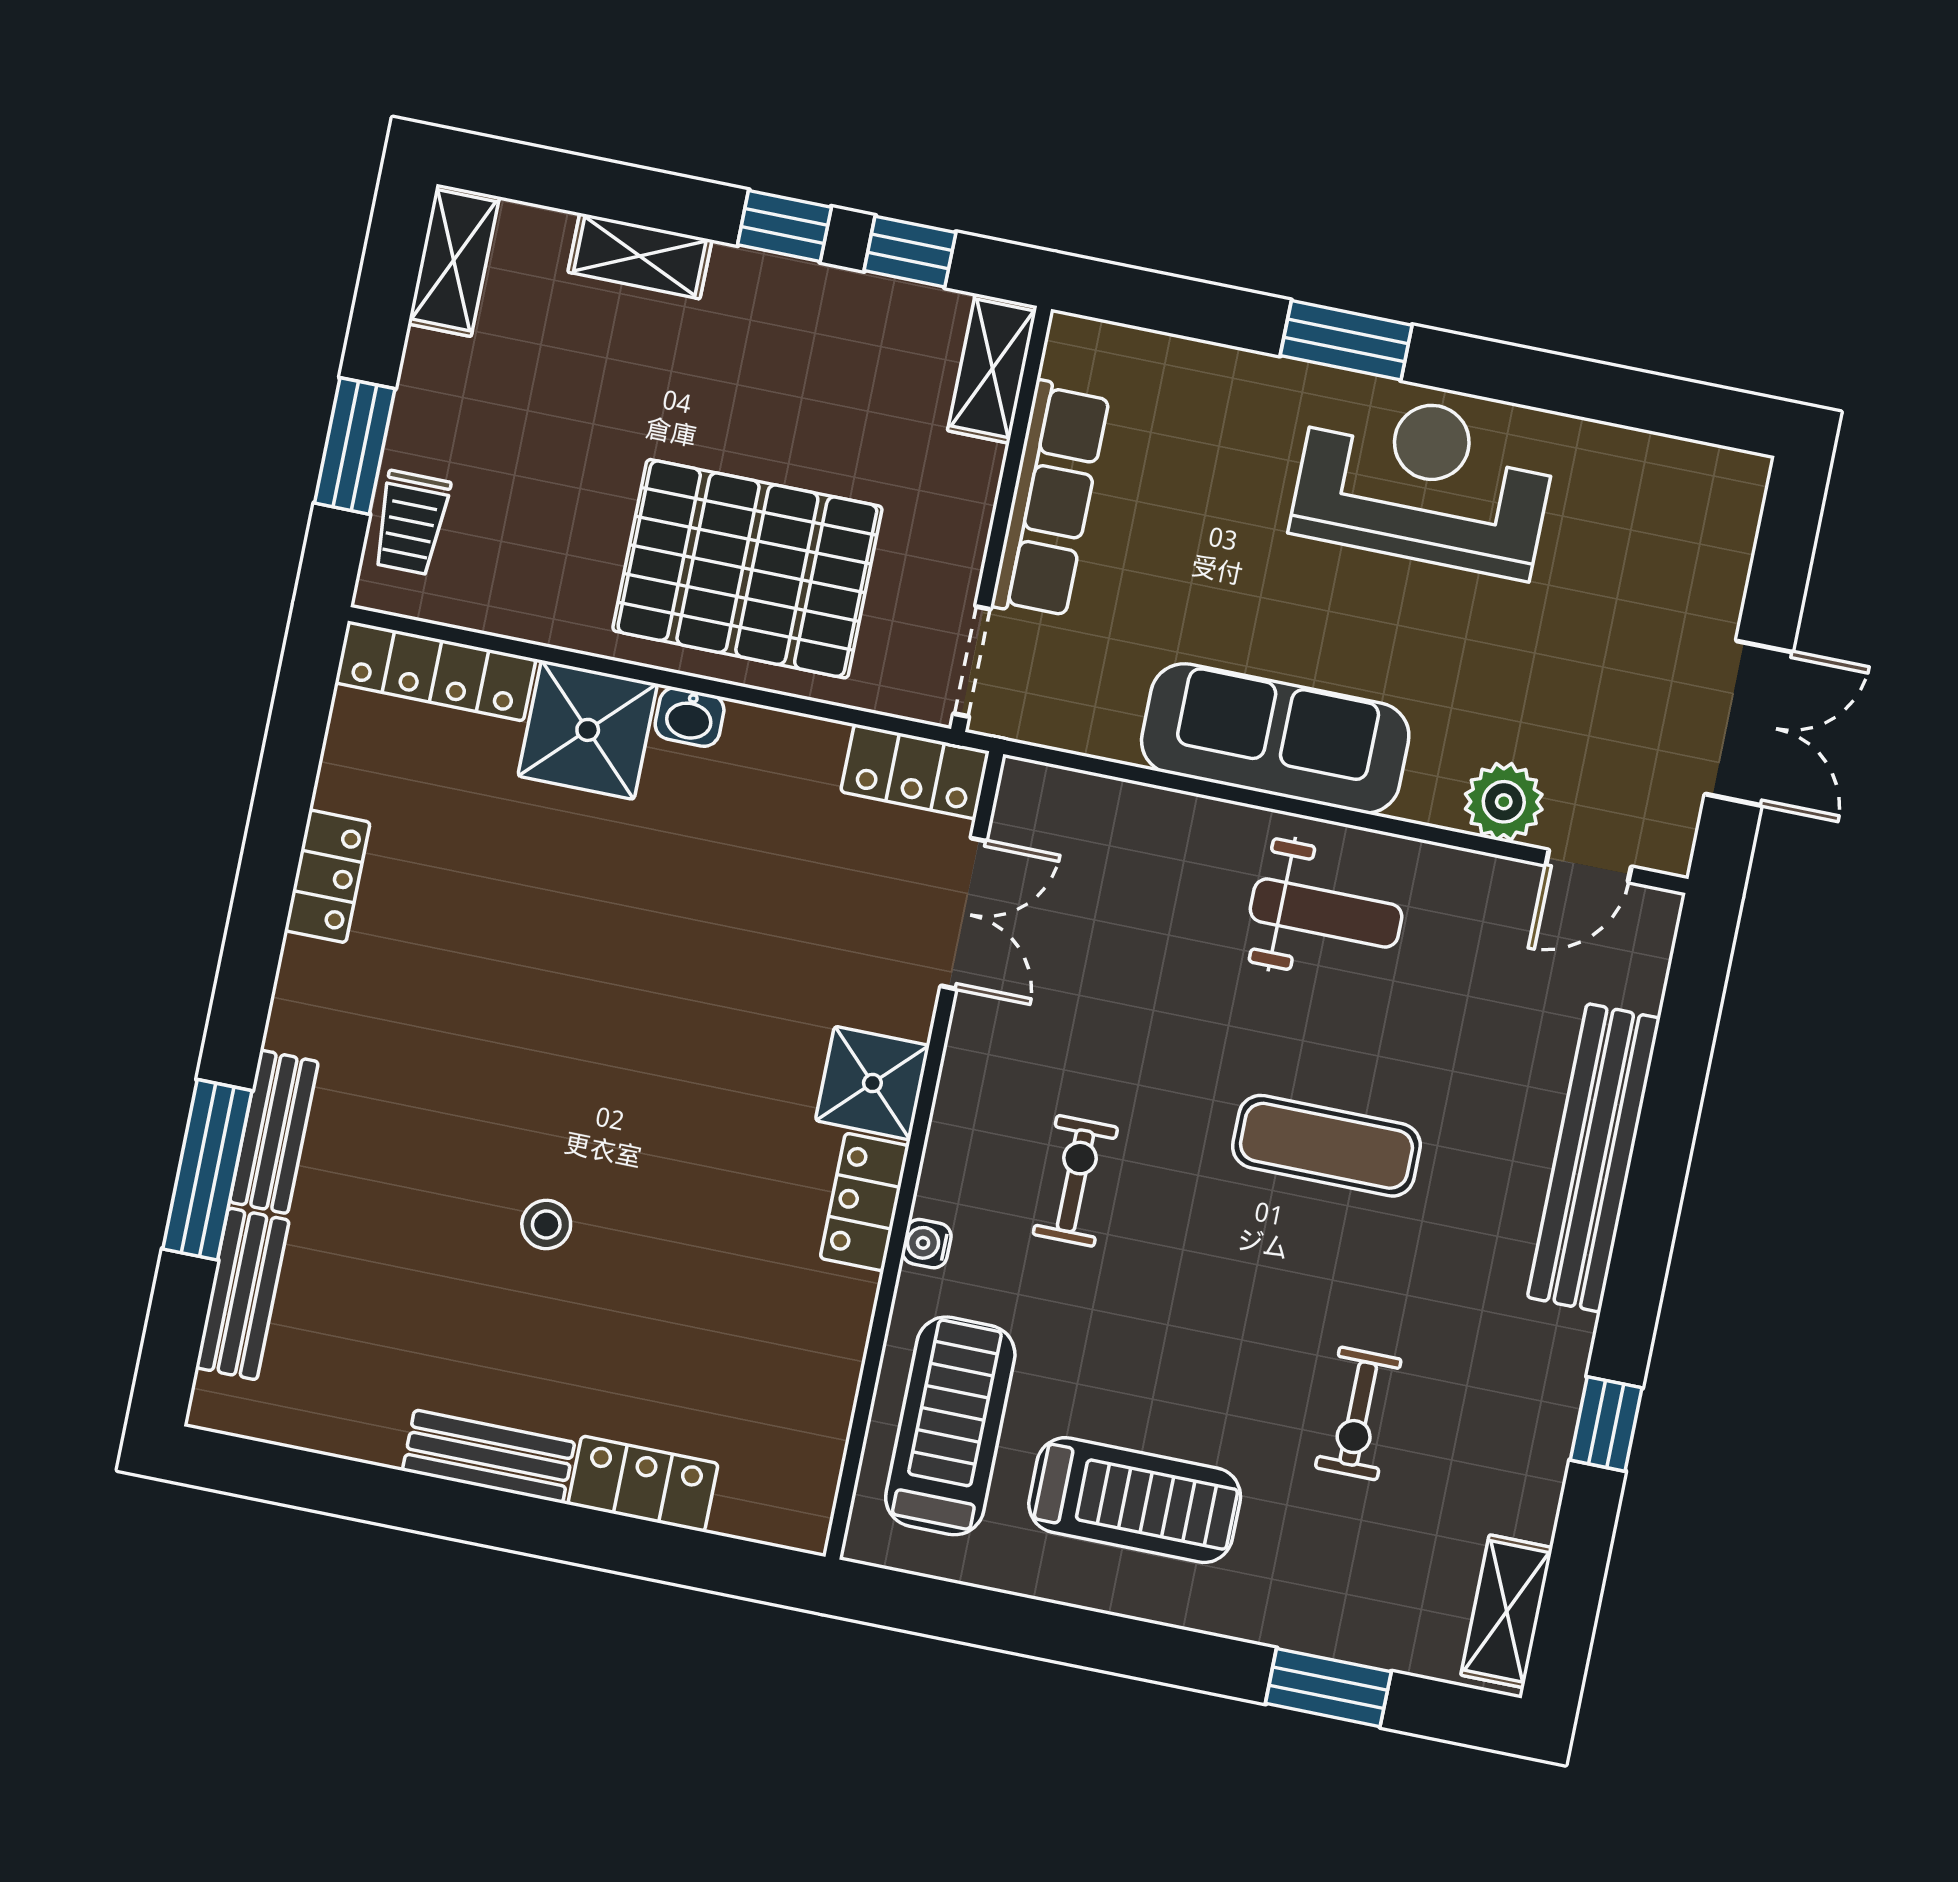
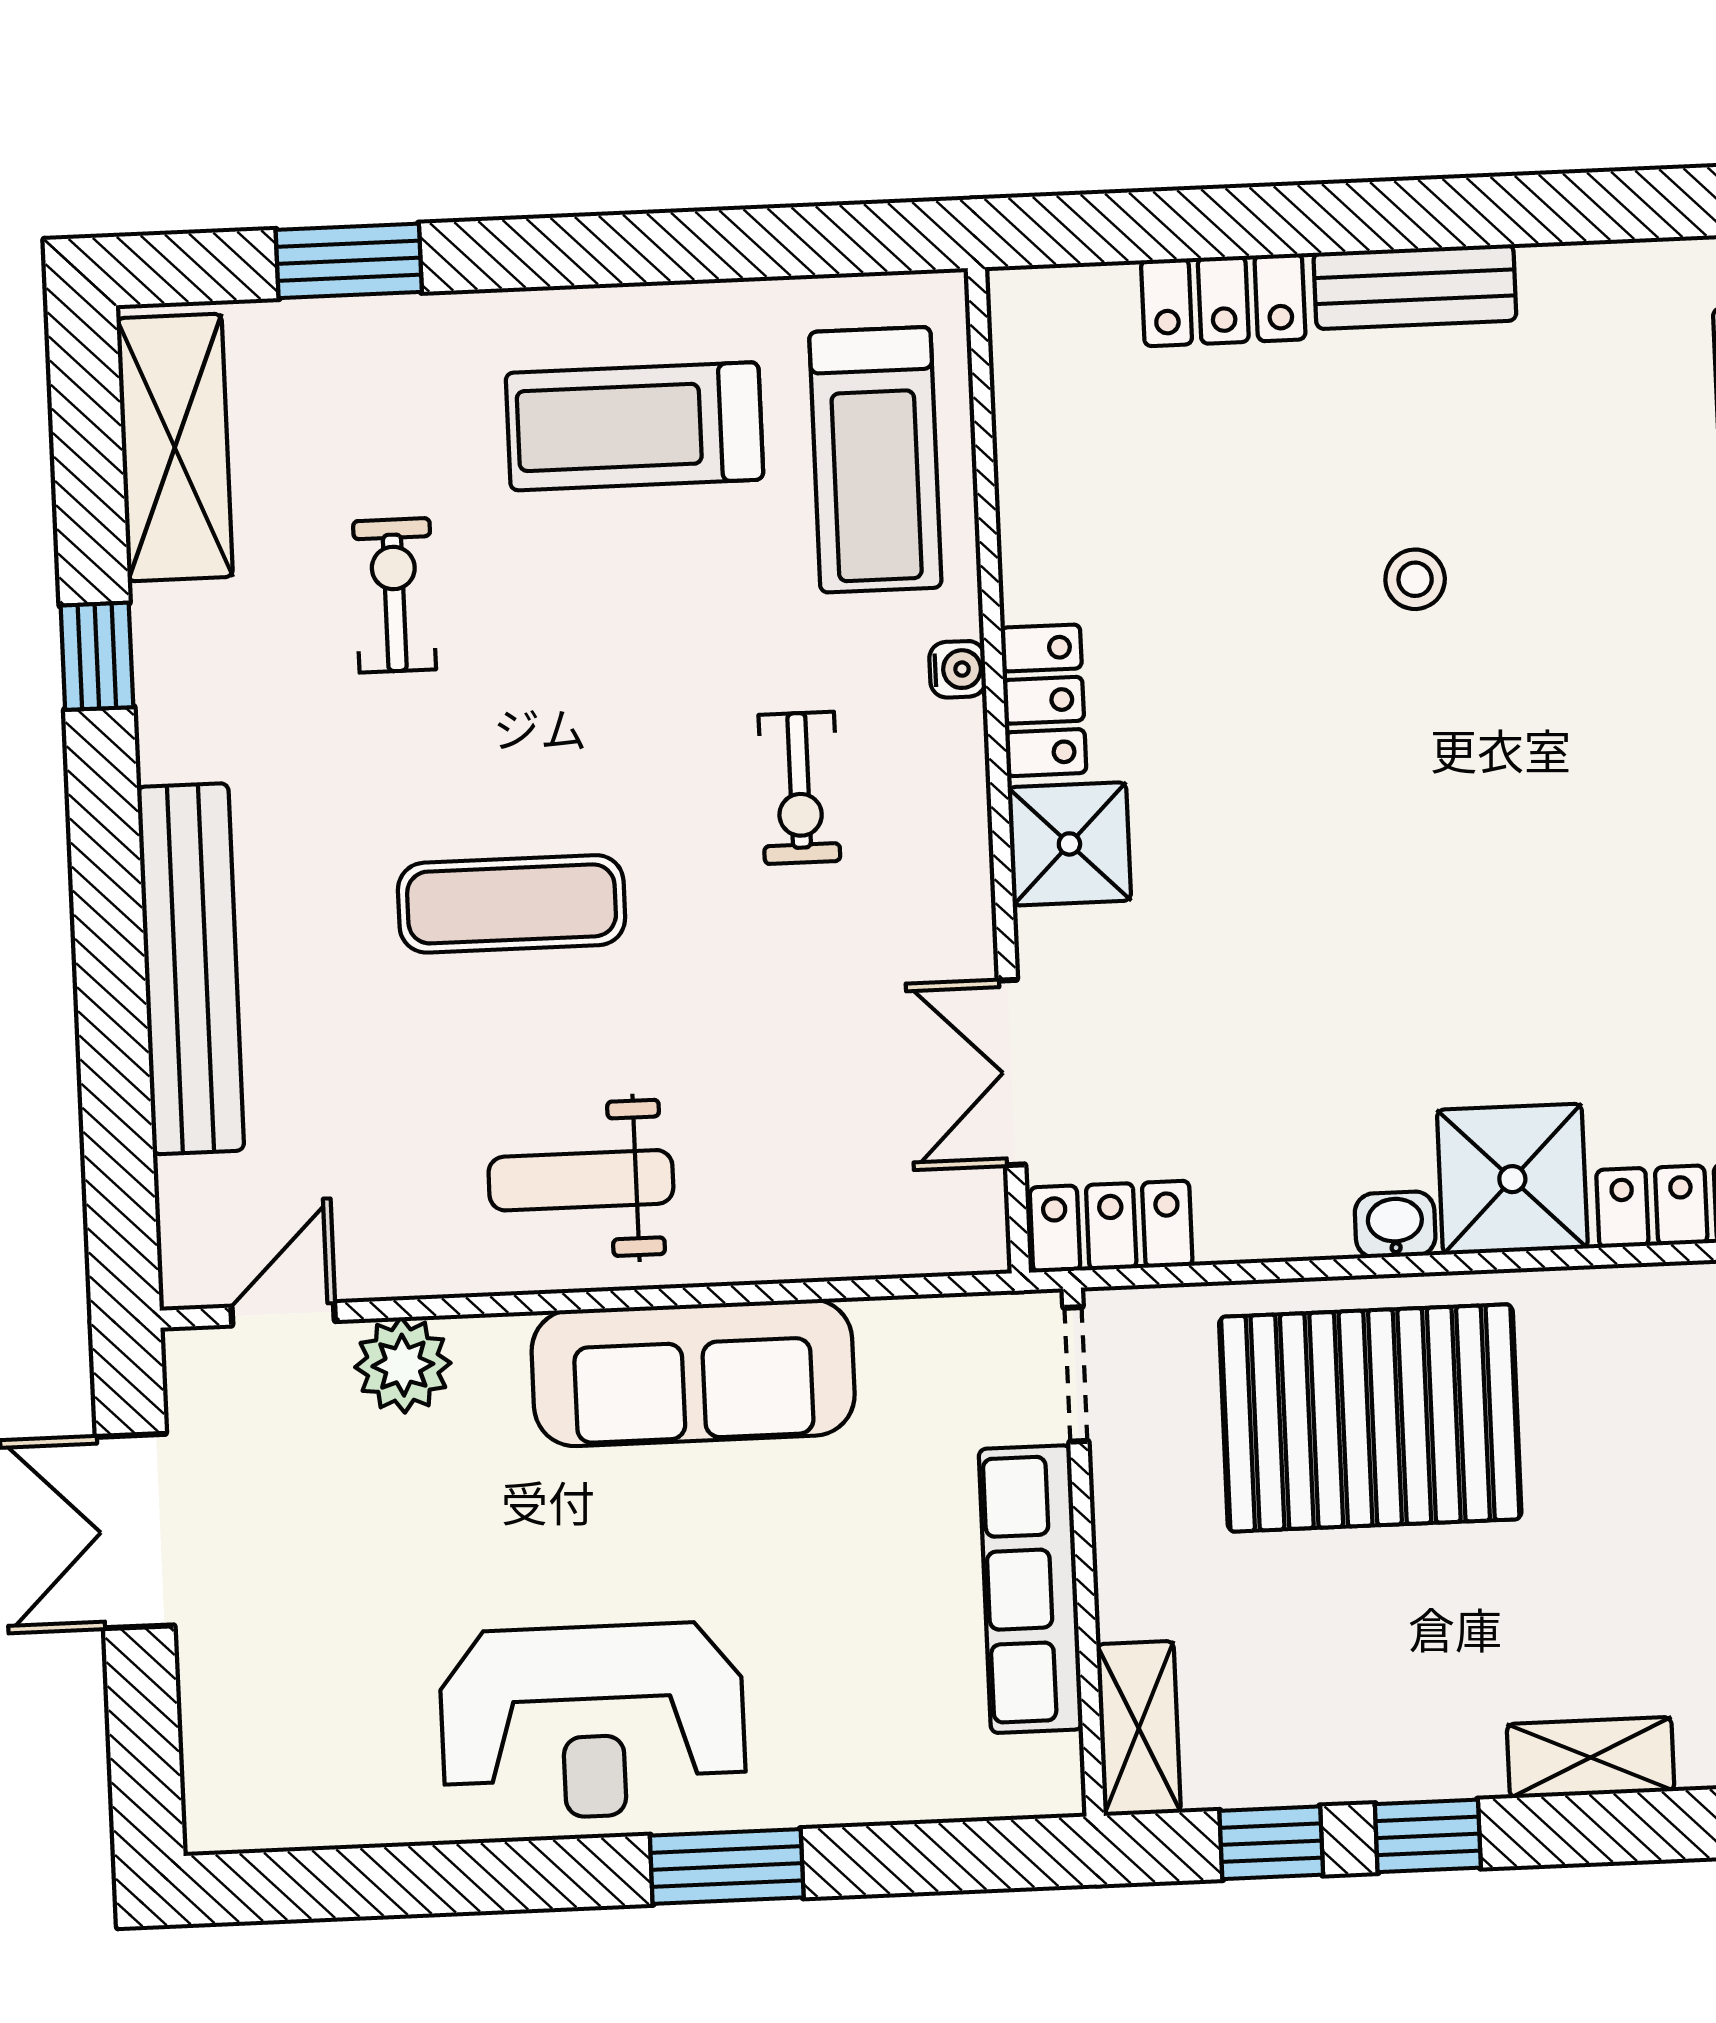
shelving: (1507, 1611) -> (175, 448), width x1.50, depth x1.33

